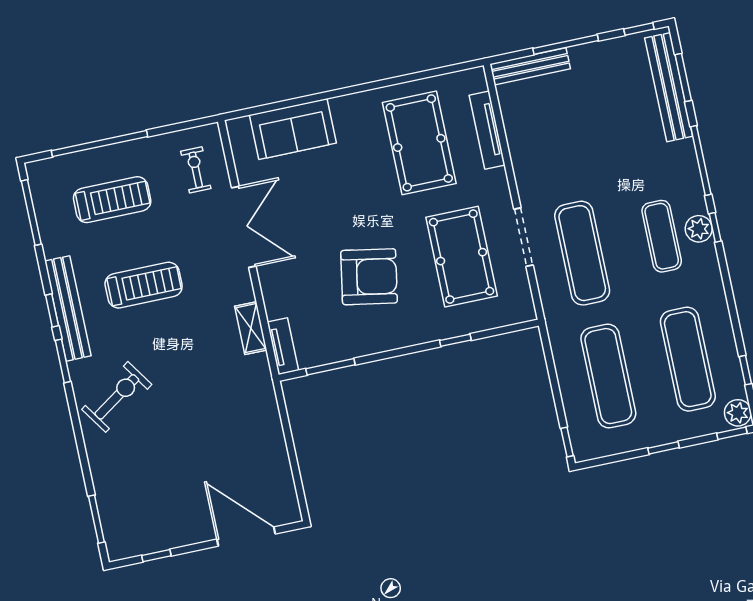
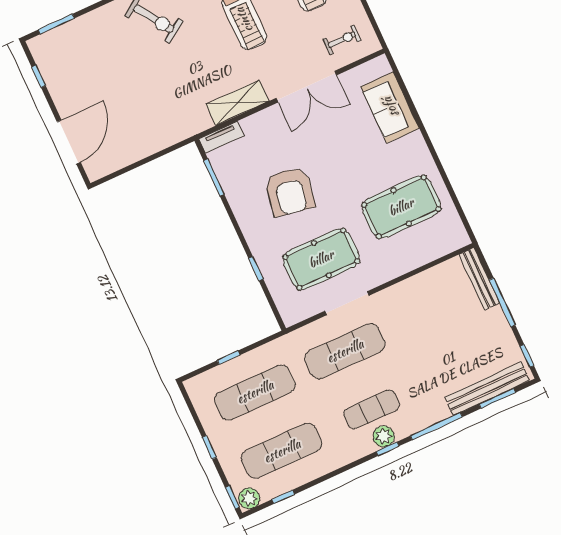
tv unit: (487, 130) -> (423, 257), removed
shelving: (251, 328) -> (237, 103), width x1.50, depth x1.33
window: (567, 442) -> (228, 358), moved

